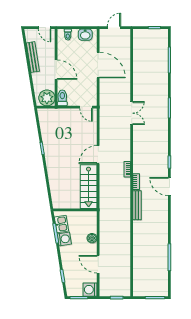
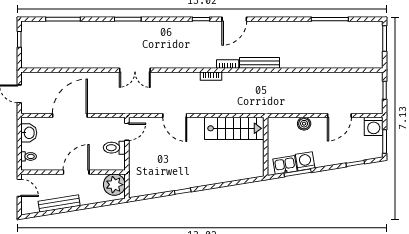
door: (45, 28) -> (19, 188), hinge flipped
toilet: (62, 98) -> (114, 148), moved
double door: (132, 113) -> (135, 70), swing flipped
door: (98, 155) -> (175, 115), moved

